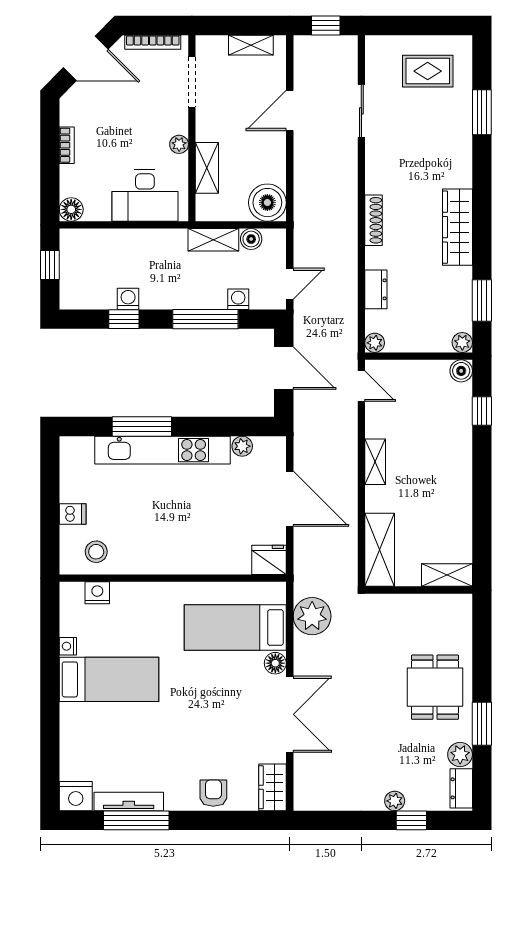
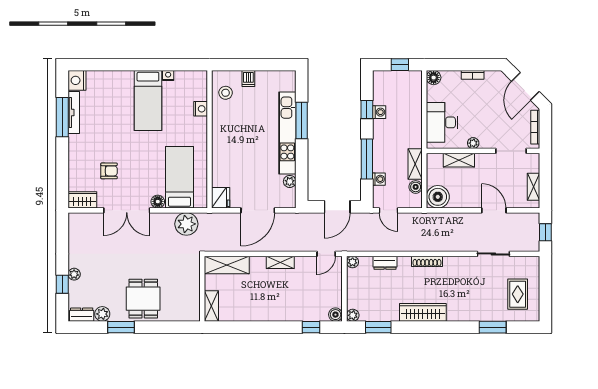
nightstand: (97, 593) -> (201, 109), moved
dining table: (435, 687) -> (143, 299), turned 90
armchair: (213, 793) -> (109, 171), moved

